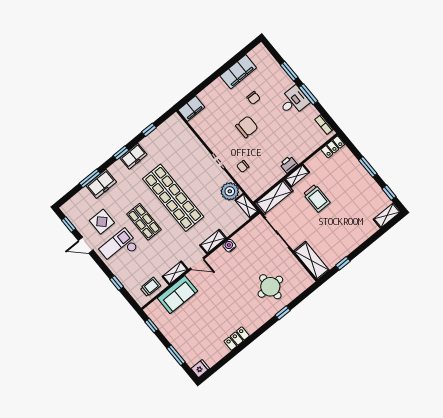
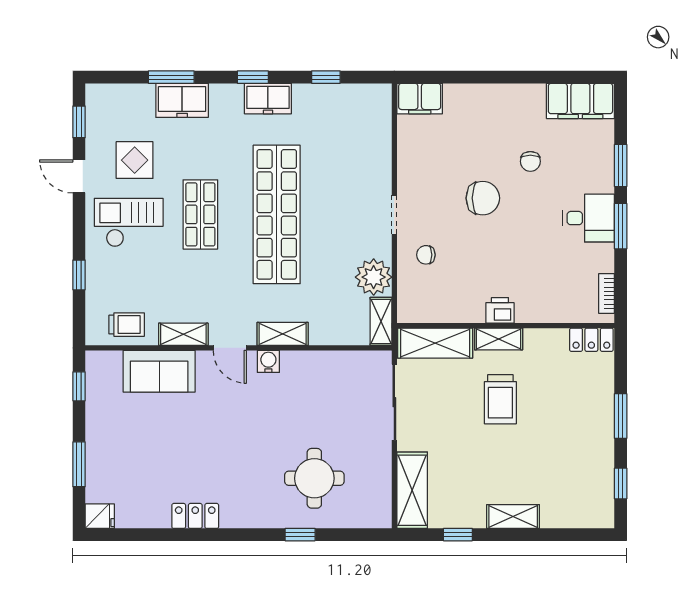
filing cabinet: (238, 72) -> (580, 101), moved
shelving: (387, 215) -> (513, 517), moved
water cooler: (229, 246) -> (268, 361), moved

